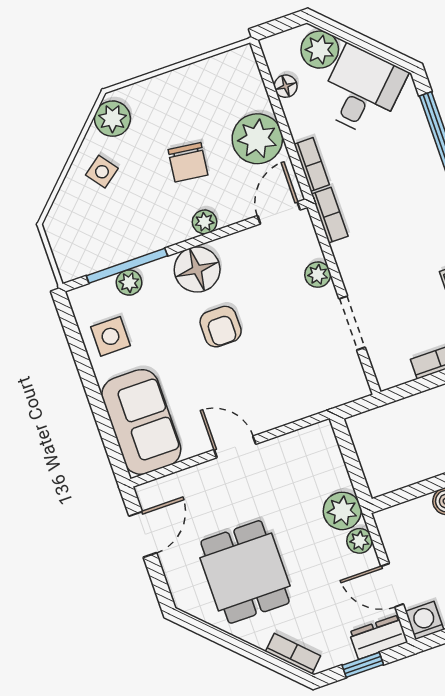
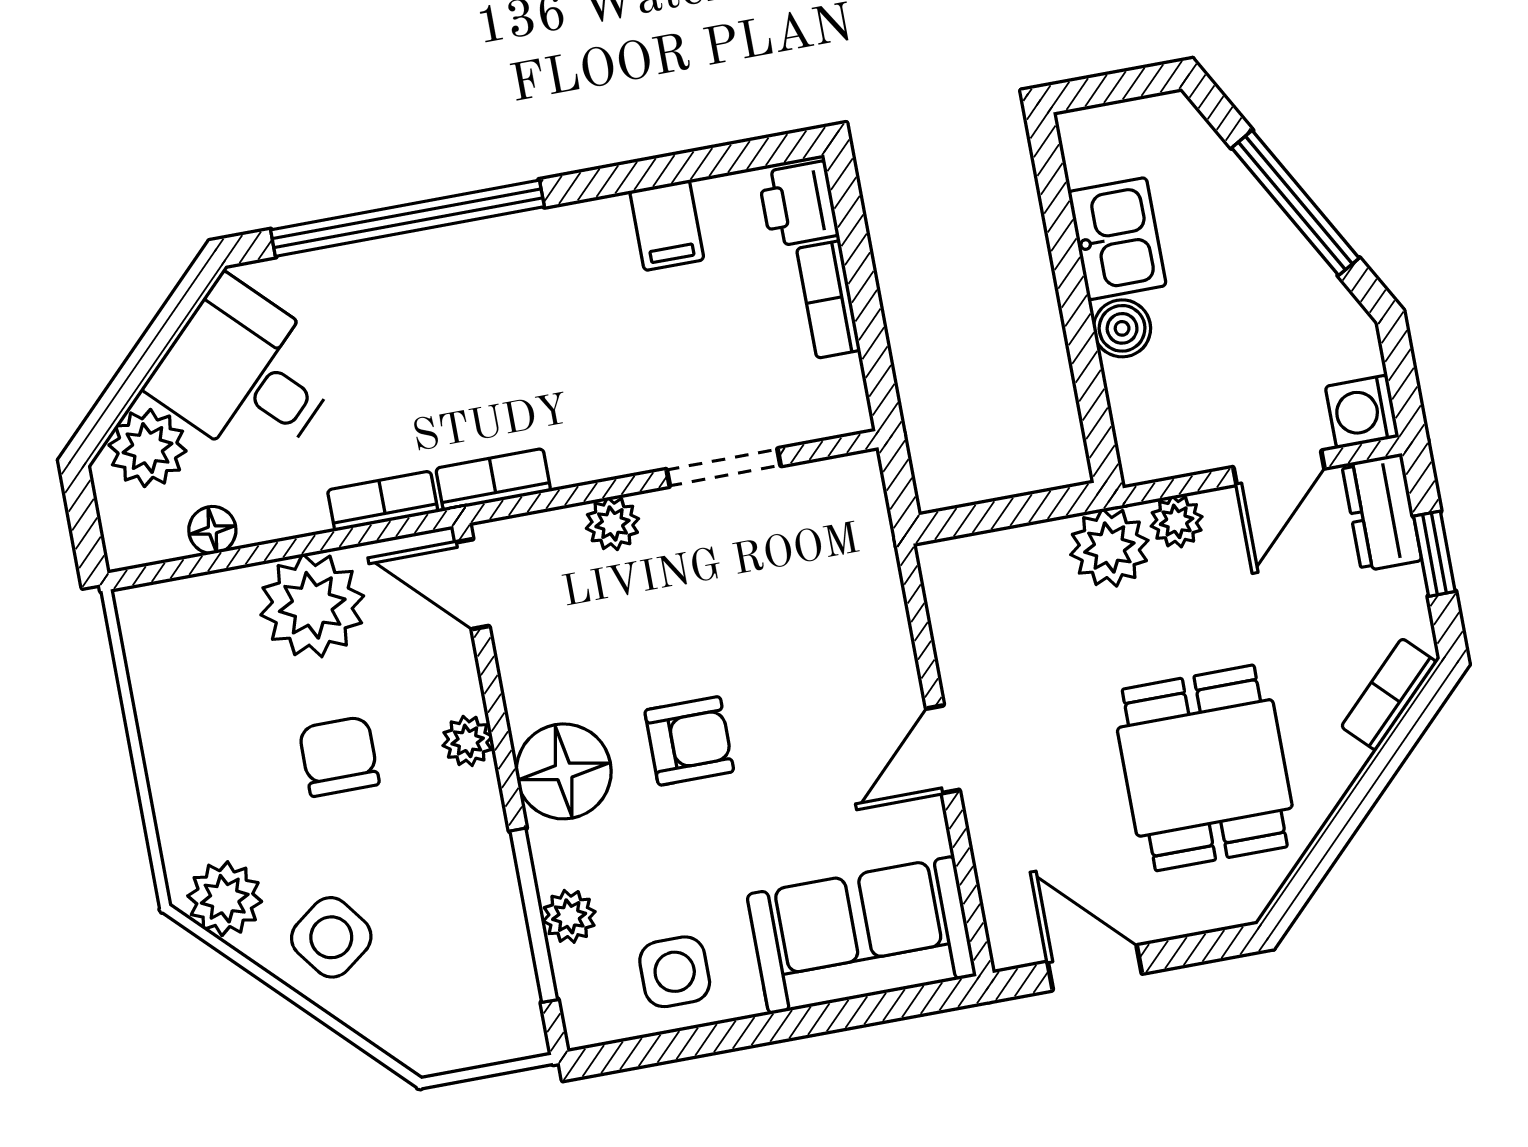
chair: (188, 162) -> (339, 756), turned -97
side table: (102, 172) -> (331, 937), width x1.37, depth x1.37
dining table: (245, 572) -> (1205, 768), turned 90

